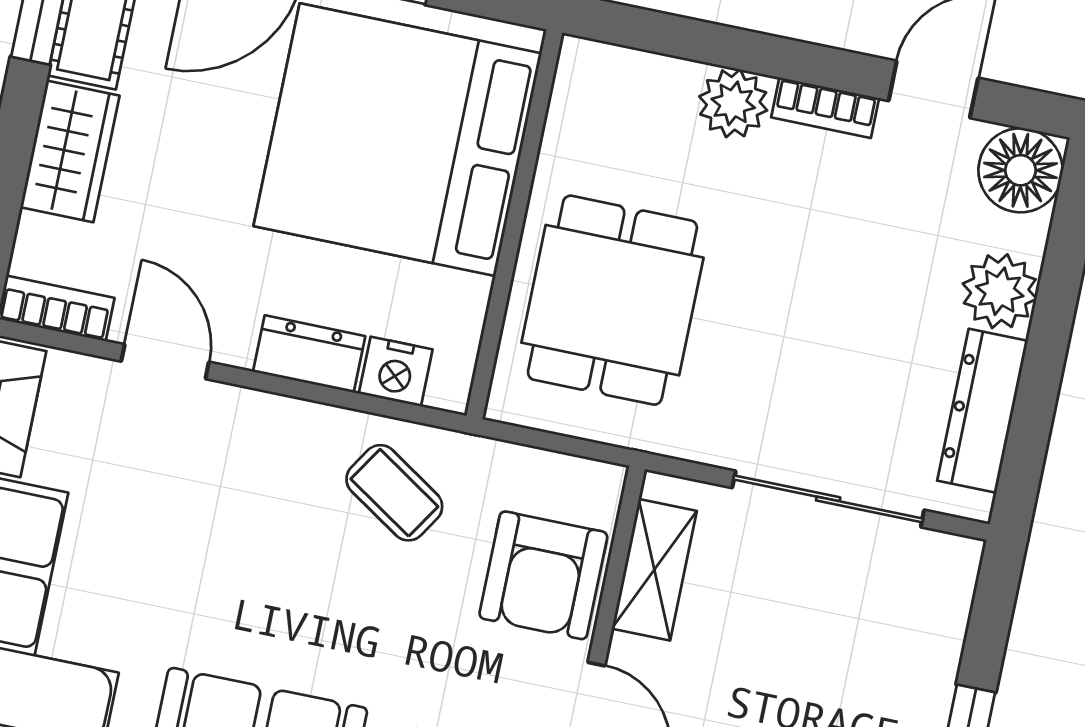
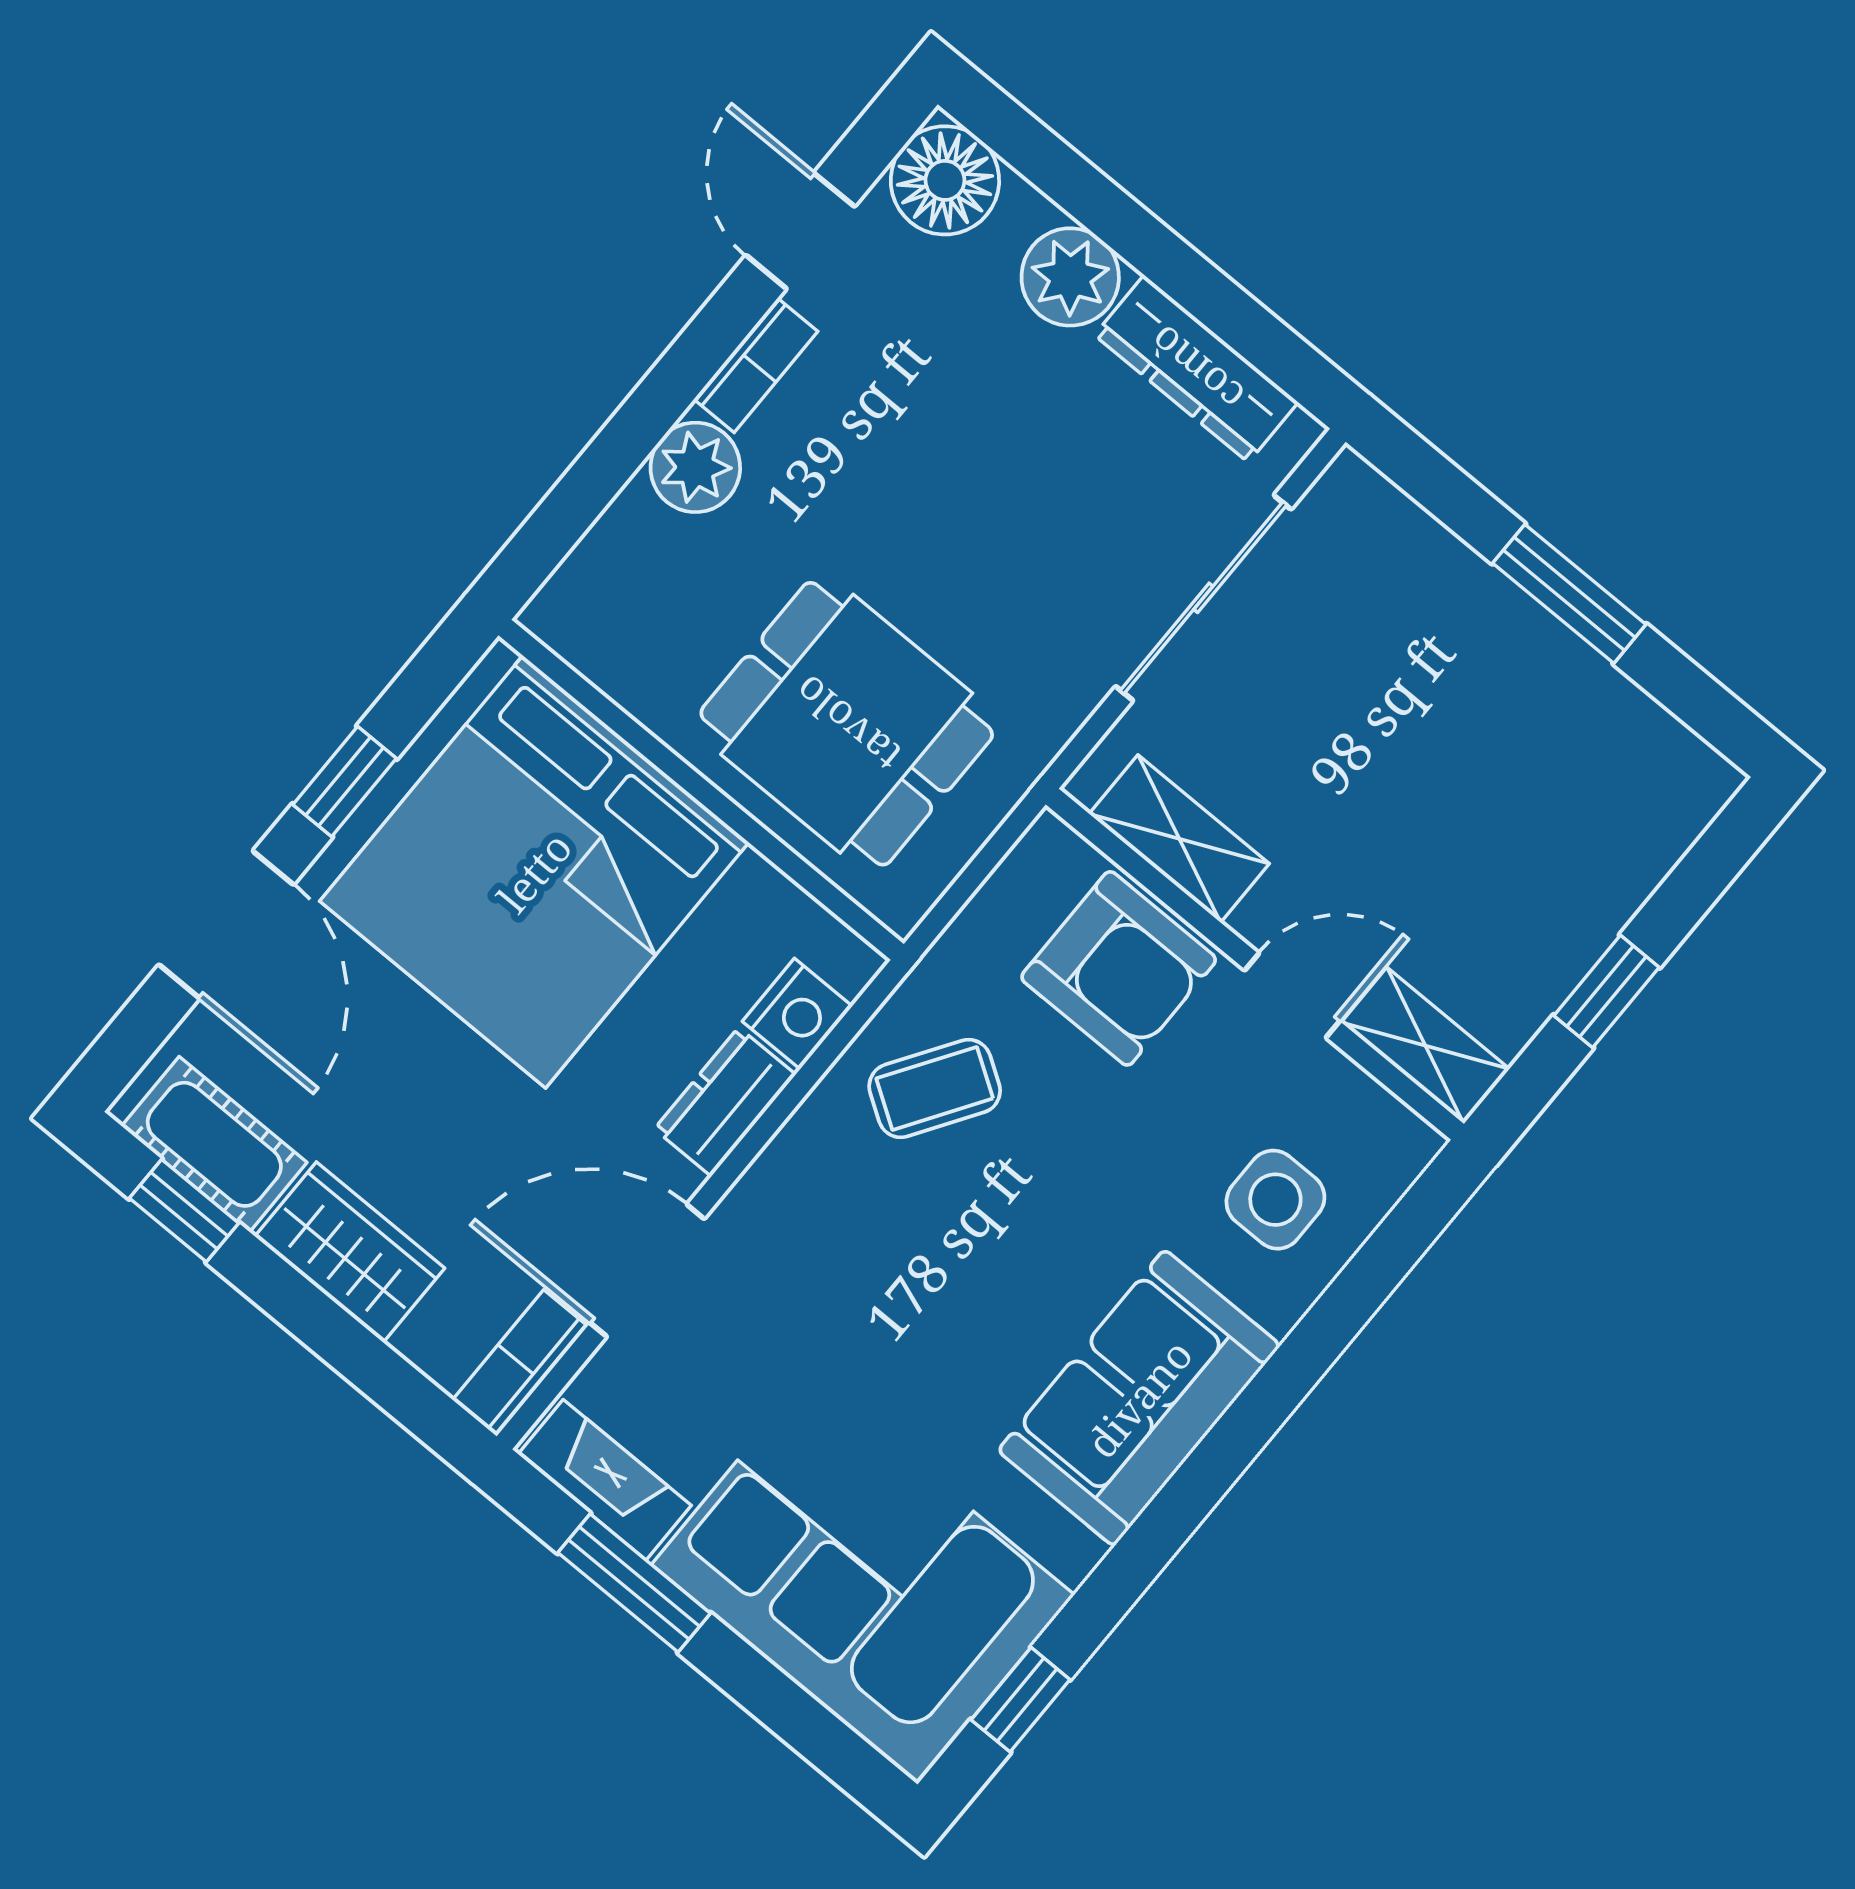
door: (165, 362) -> (647, 1271), width x1.38

